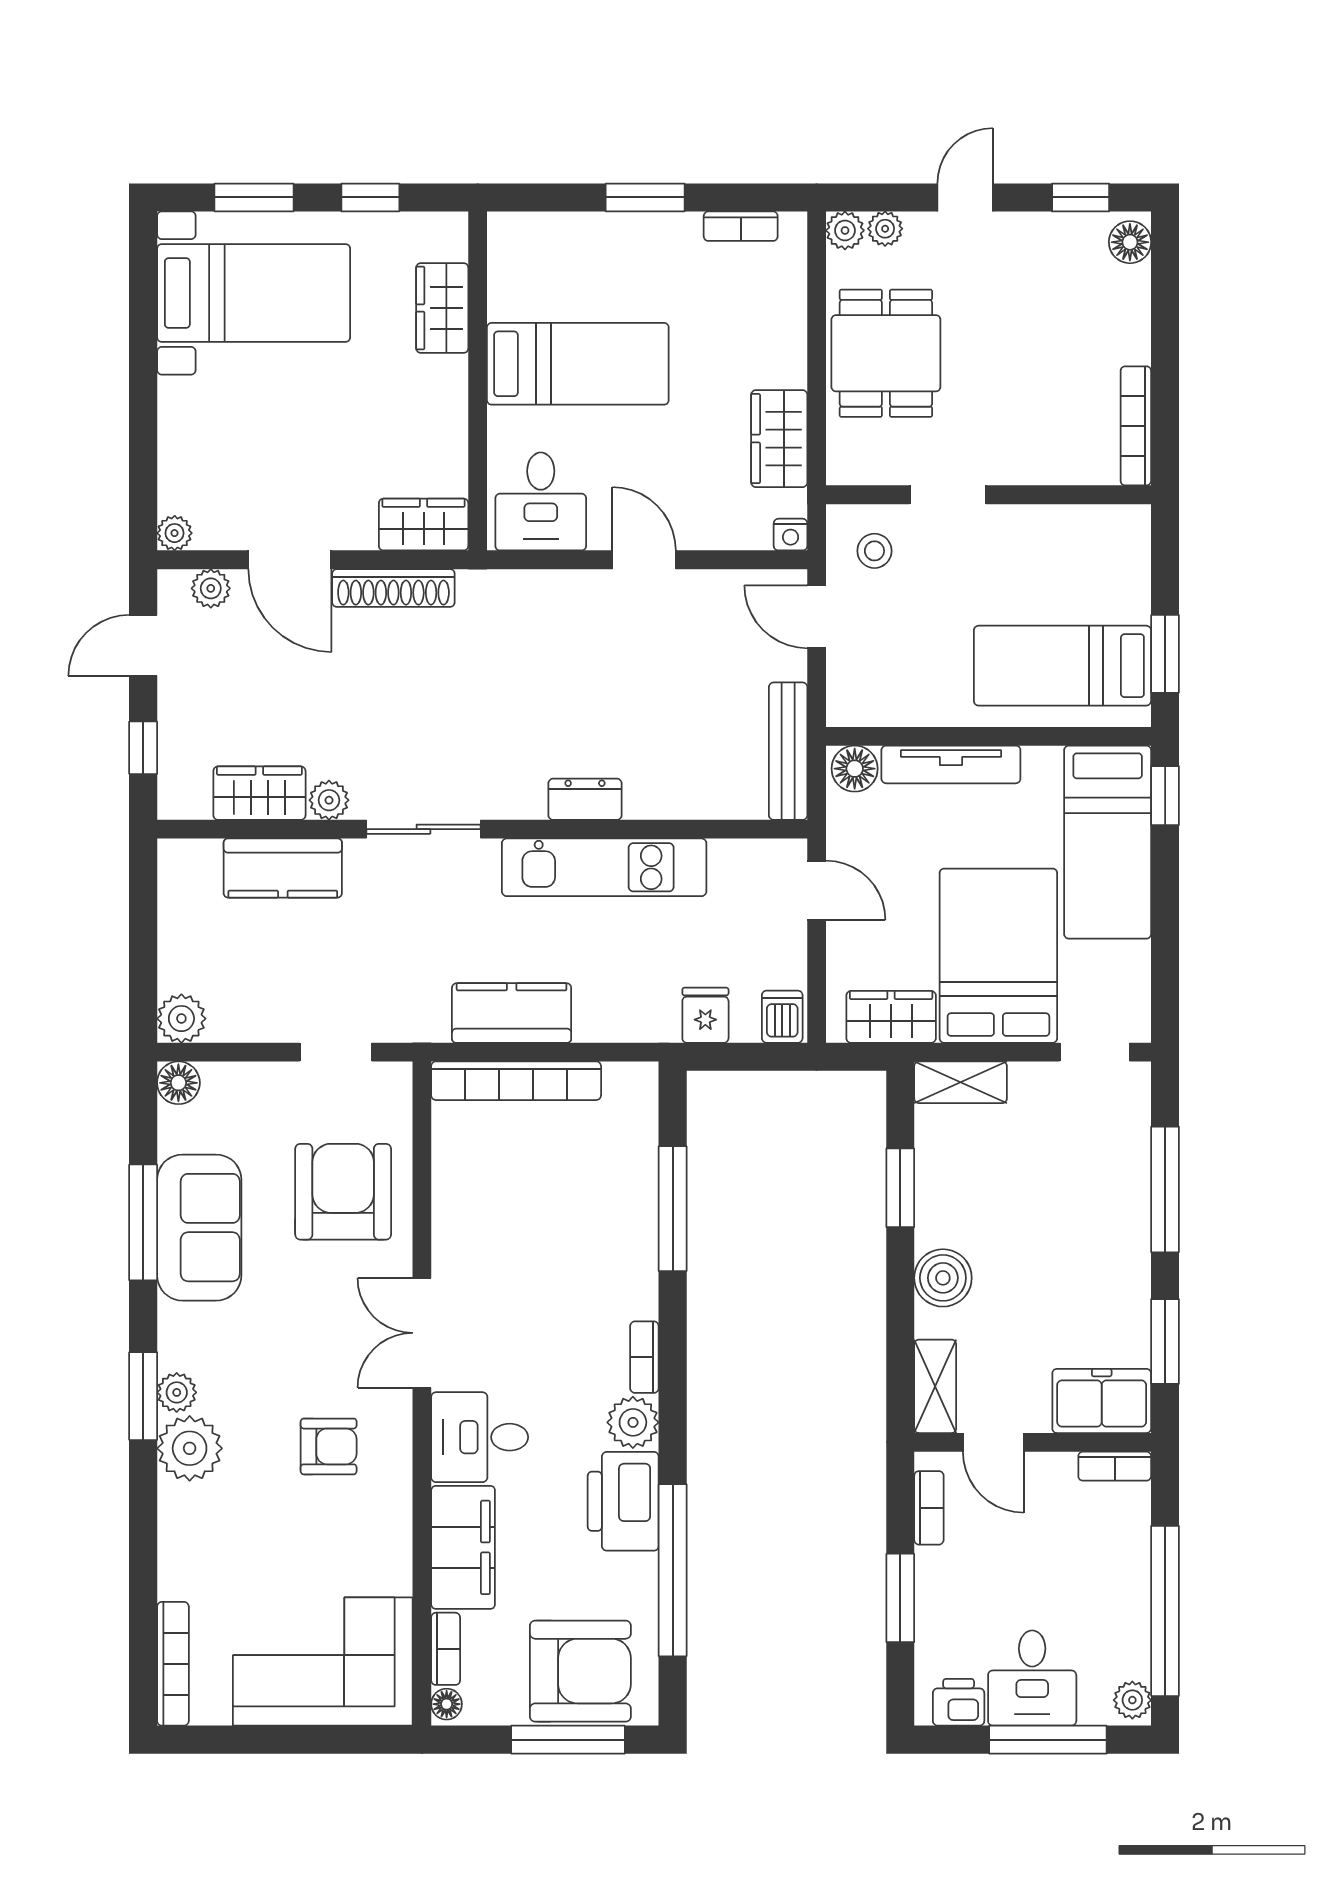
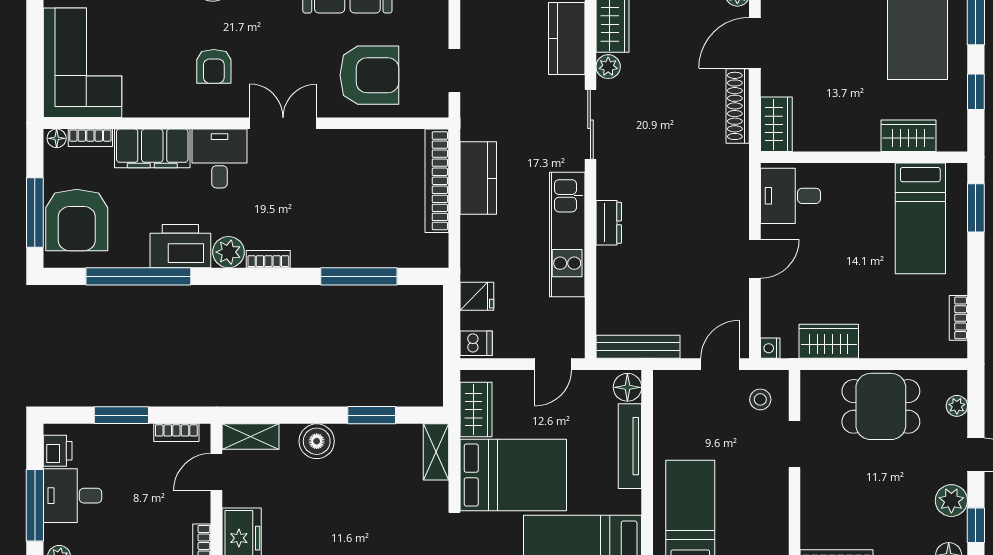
window: (645, 197) -> (976, 208), moved
plant: (845, 230) -> (951, 501), moved, width x1.38, depth x1.38
bed: (578, 364) -> (920, 218), moved

